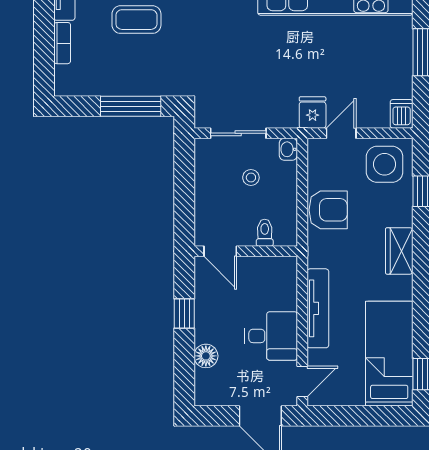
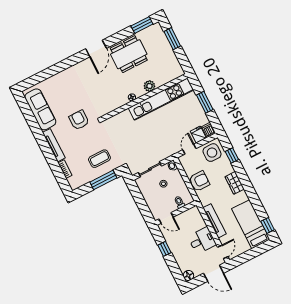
coffee table: (136, 20) -> (99, 159), moved
fridge: (313, 113) -> (198, 135), moved
floor lamp: (206, 356) -> (188, 276), moved

